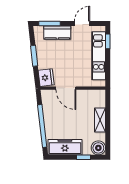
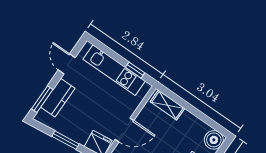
window: (108, 41) -> (135, 70), moved
shelving: (100, 120) -> (167, 105), moved

